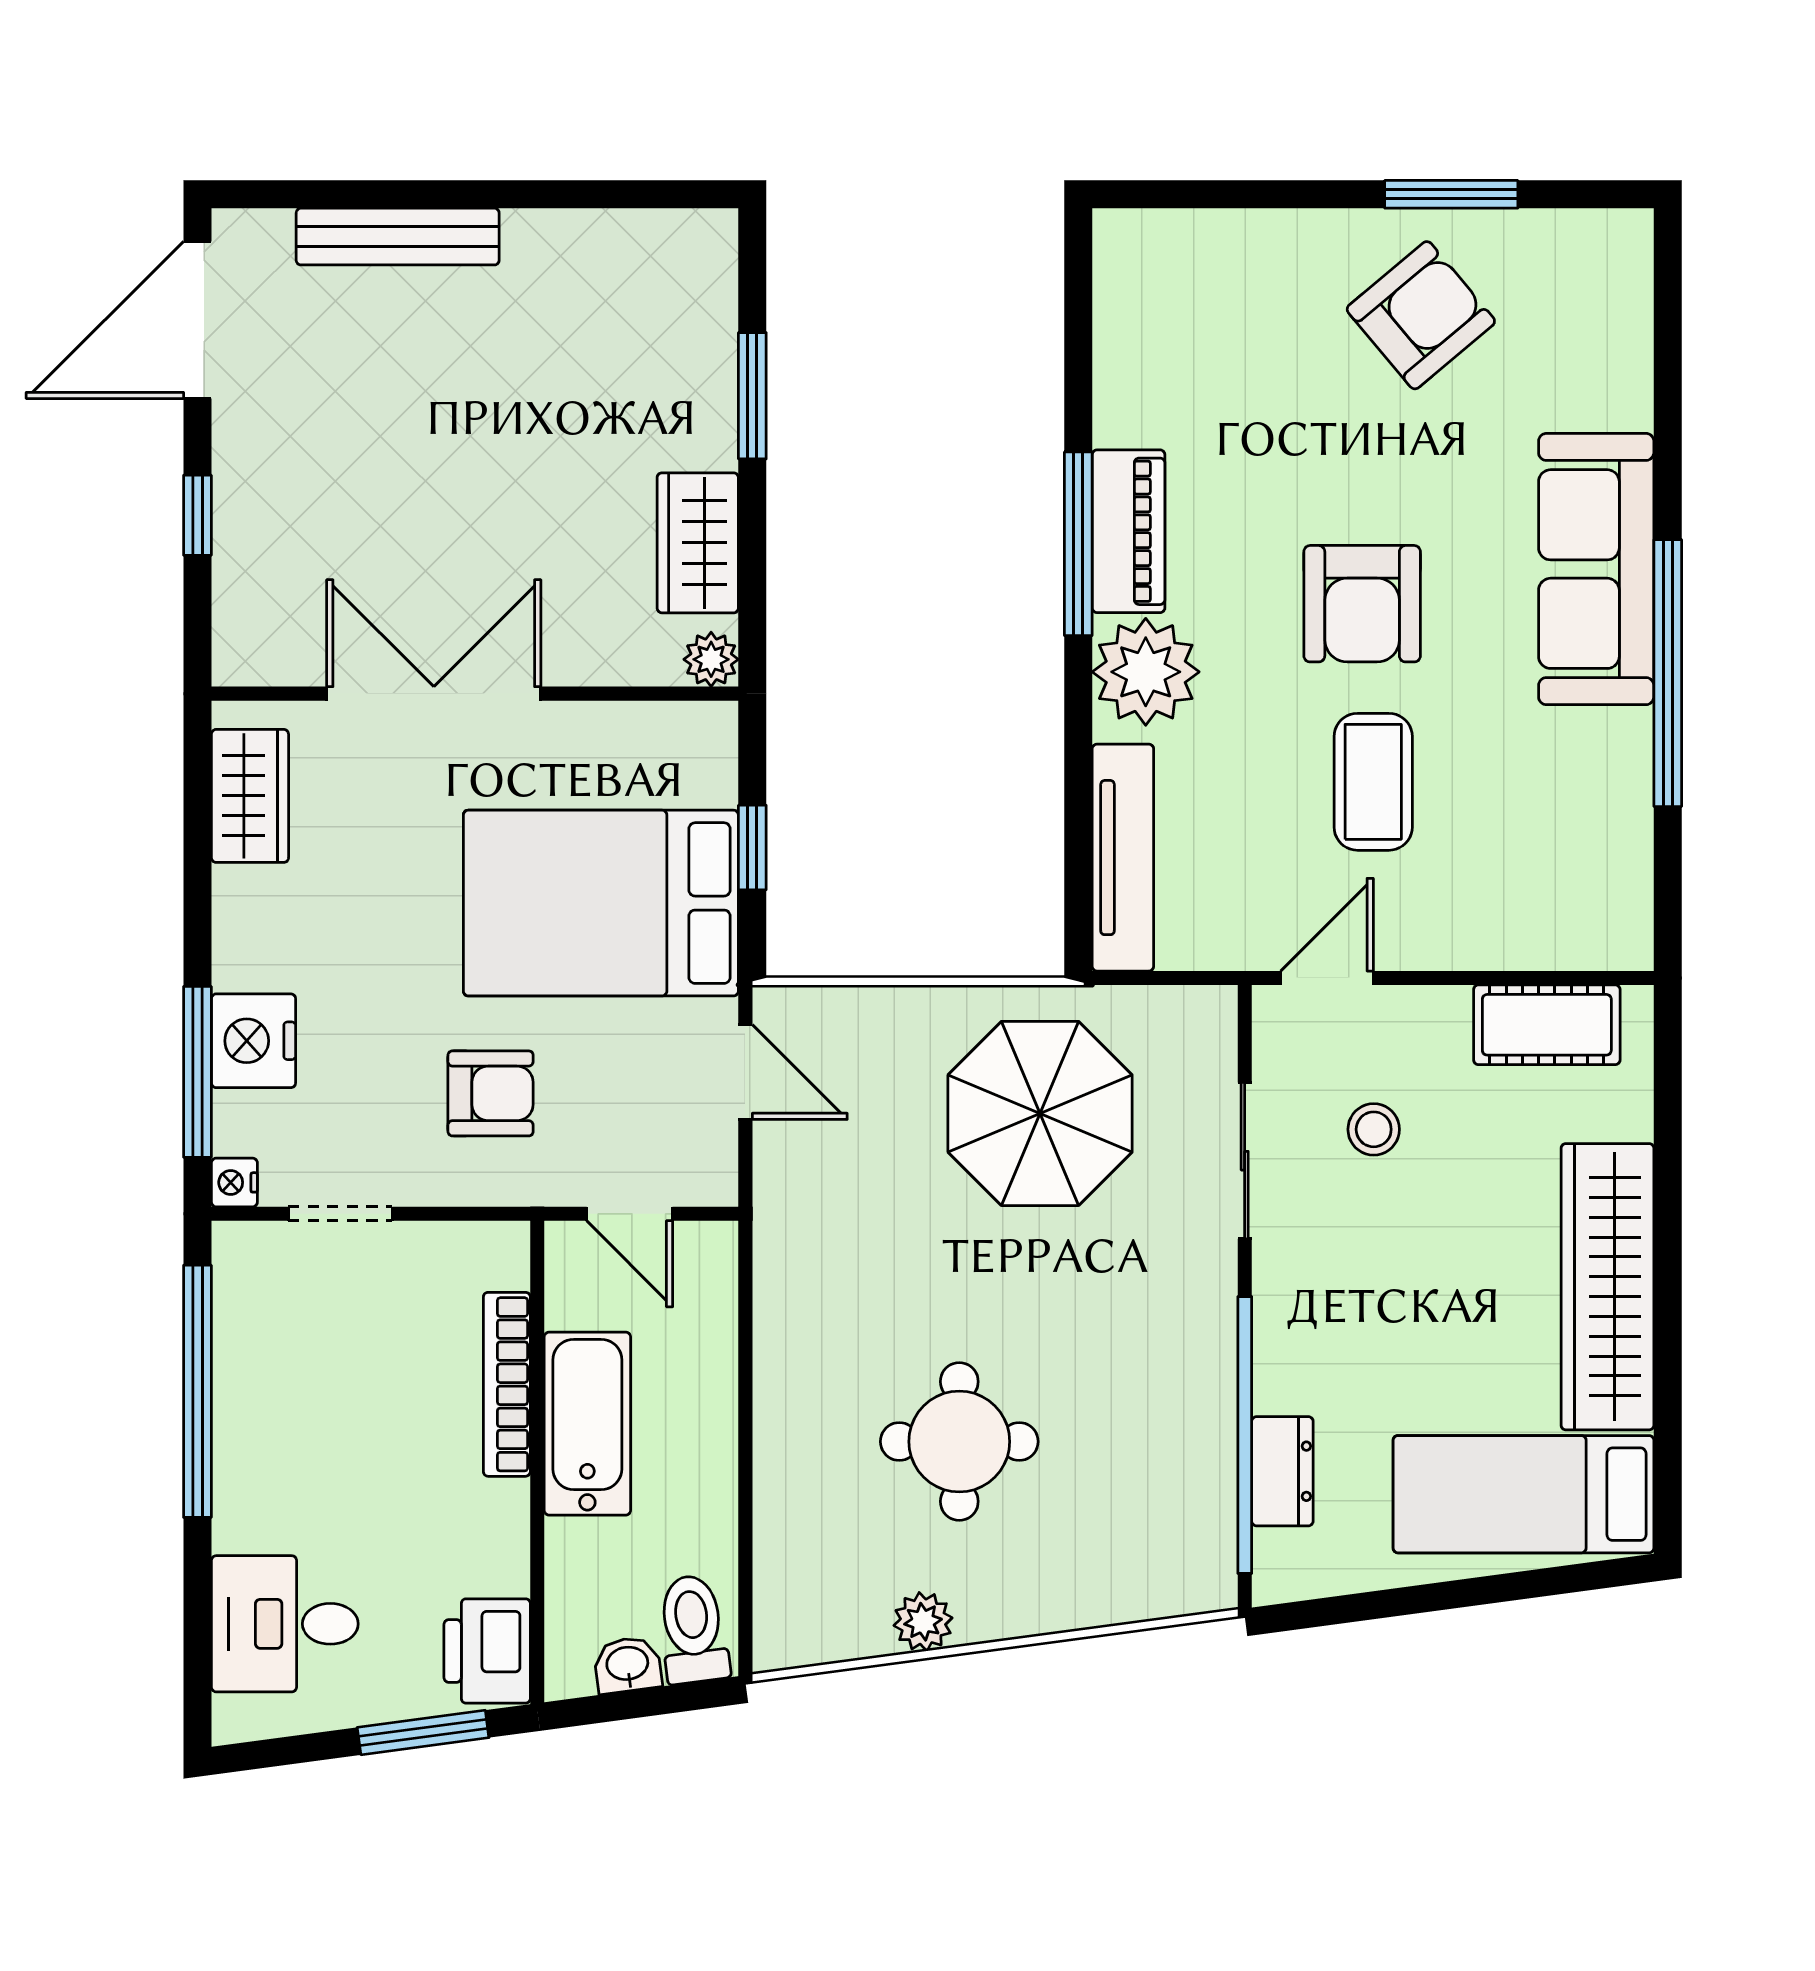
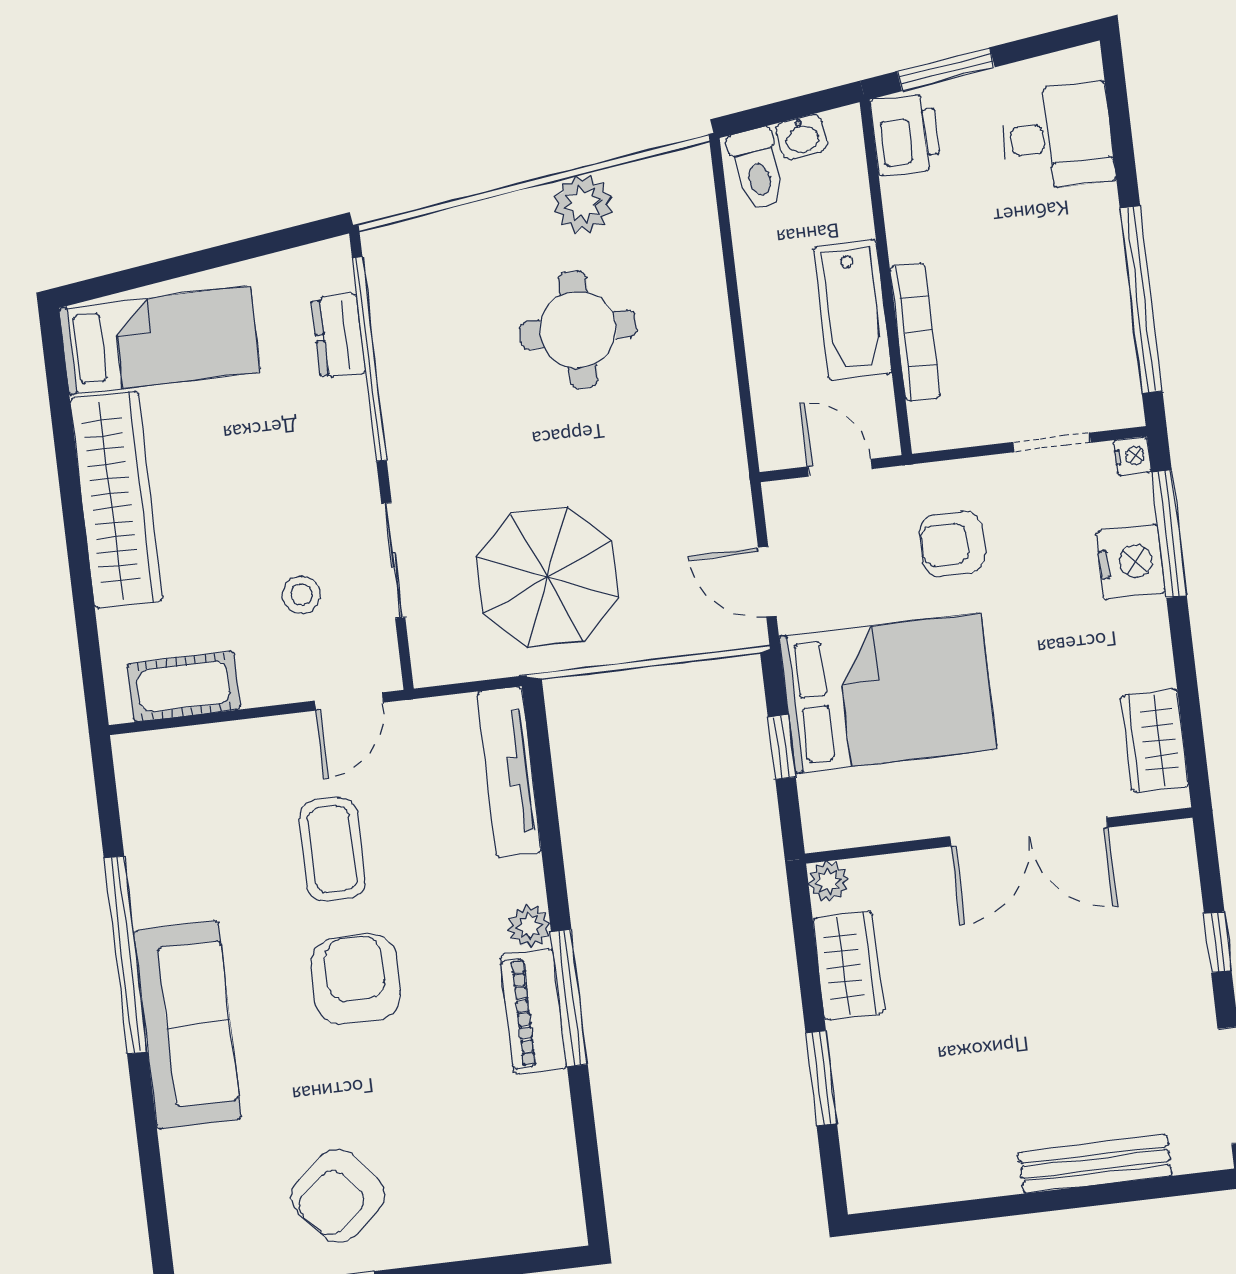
plant: (1146, 672) -> (529, 926), width x0.53, depth x0.53
plant: (923, 1622) -> (583, 204), width x1.38, depth x1.38

